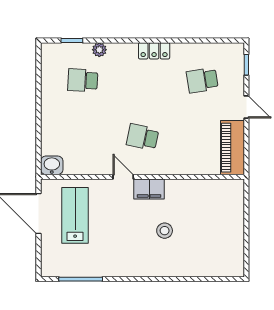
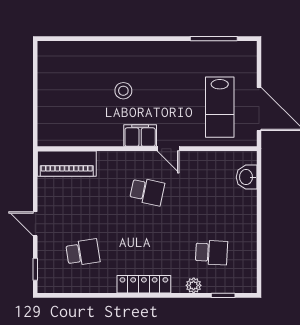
locker: (154, 51) -> (144, 284), width x1.53
piano: (233, 148) -> (67, 164), moved, turned 90
washbasin: (52, 165) -> (247, 177), moved, turned 90

